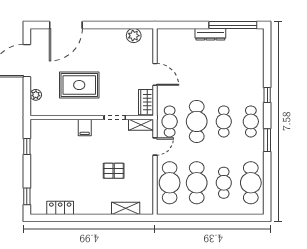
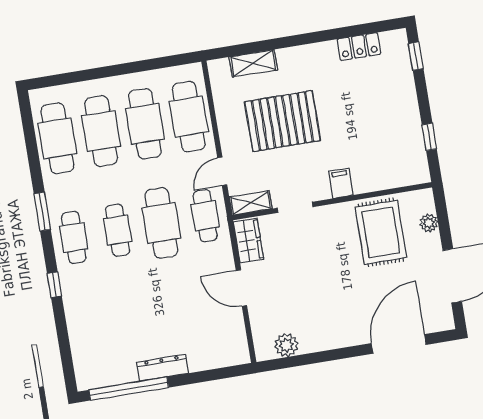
rug: (79, 85) -> (381, 232), moved, turned 90
pallet: (114, 171) -> (283, 121), width x2.05, depth x2.00
cafe table: (224, 183) -> (101, 131), width x1.37, depth x1.35

